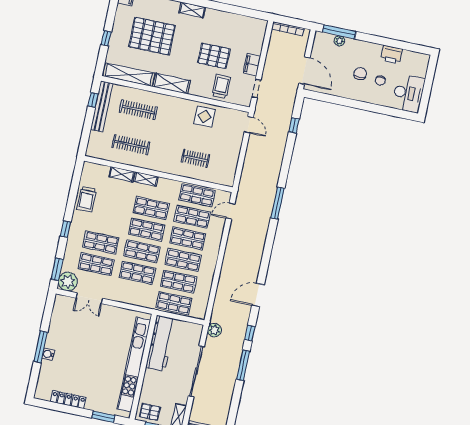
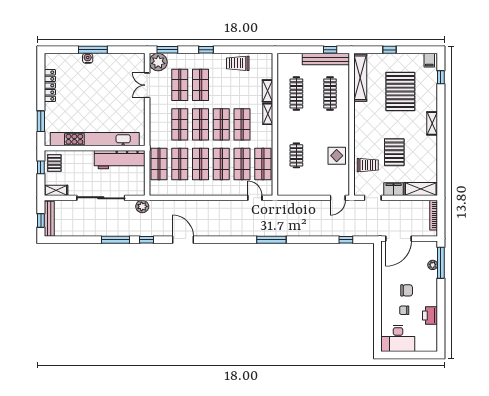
shelving: (172, 84) -> (421, 189), moved, turned 90

